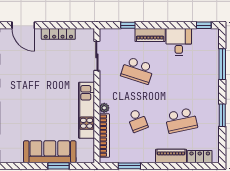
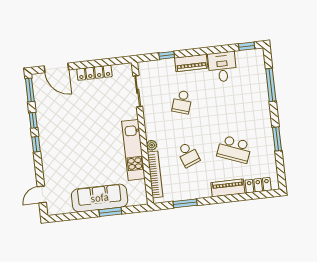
school desk: (137, 71) -> (182, 102), width x0.54
school desk: (181, 120) -> (234, 149), turned 33

